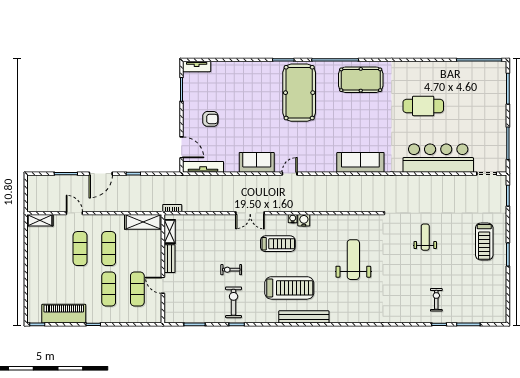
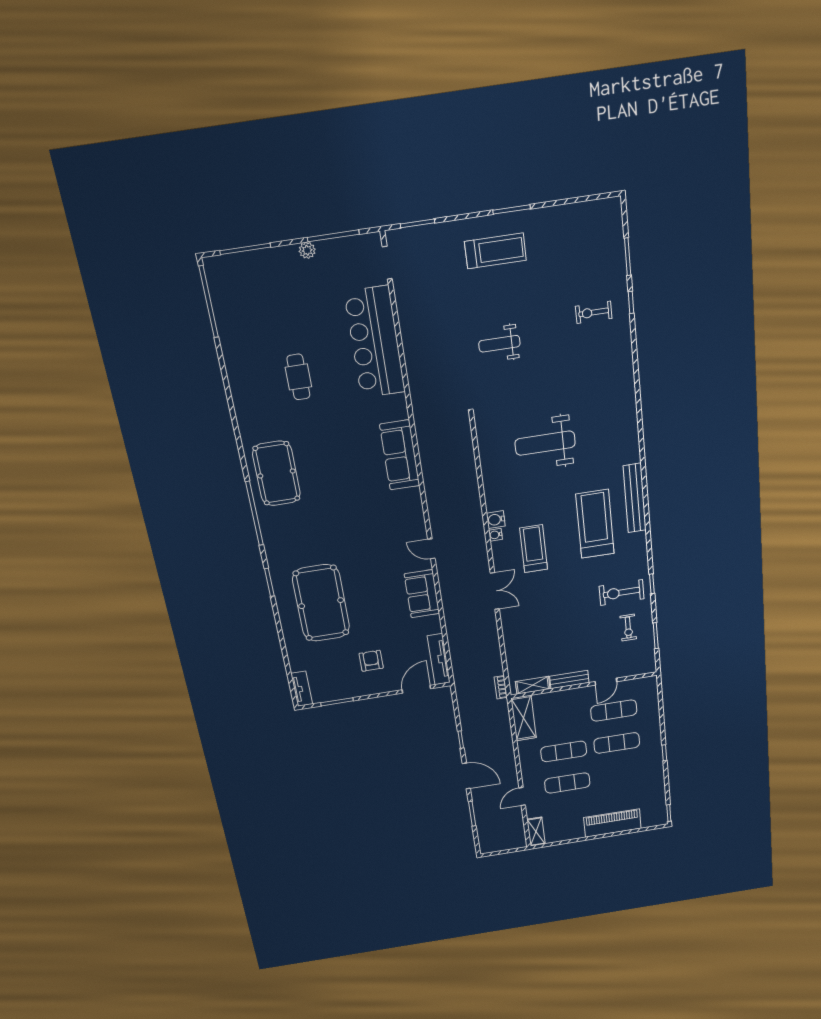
pool table: (299, 93) -> (321, 603), moved, turned 90
cafe table: (423, 106) -> (298, 377), width x0.73, depth x0.74
plant: (501, 126) -> (307, 250), added
exercise bike: (231, 270) -> (628, 627), moved
piano: (64, 314) -> (612, 823), moved, turned 90

